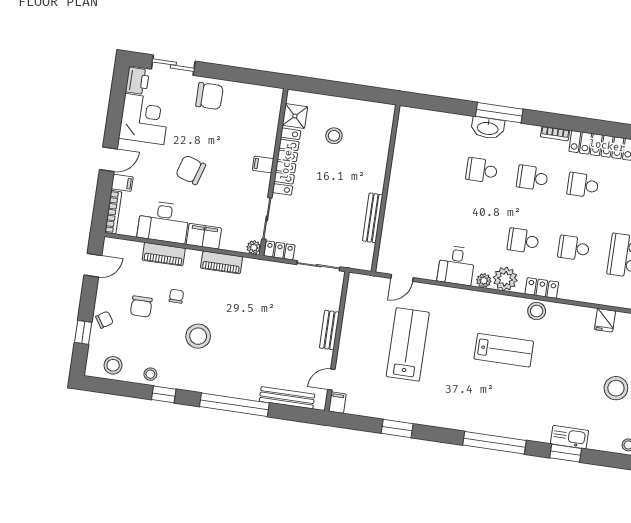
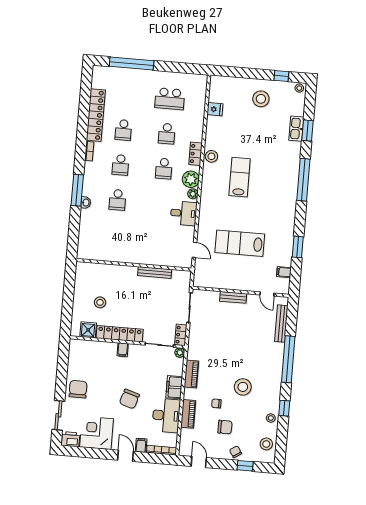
washbasin: (488, 128) -> (86, 203), width x0.52, depth x0.69
filing cabinet: (337, 403) -> (284, 272), moved

